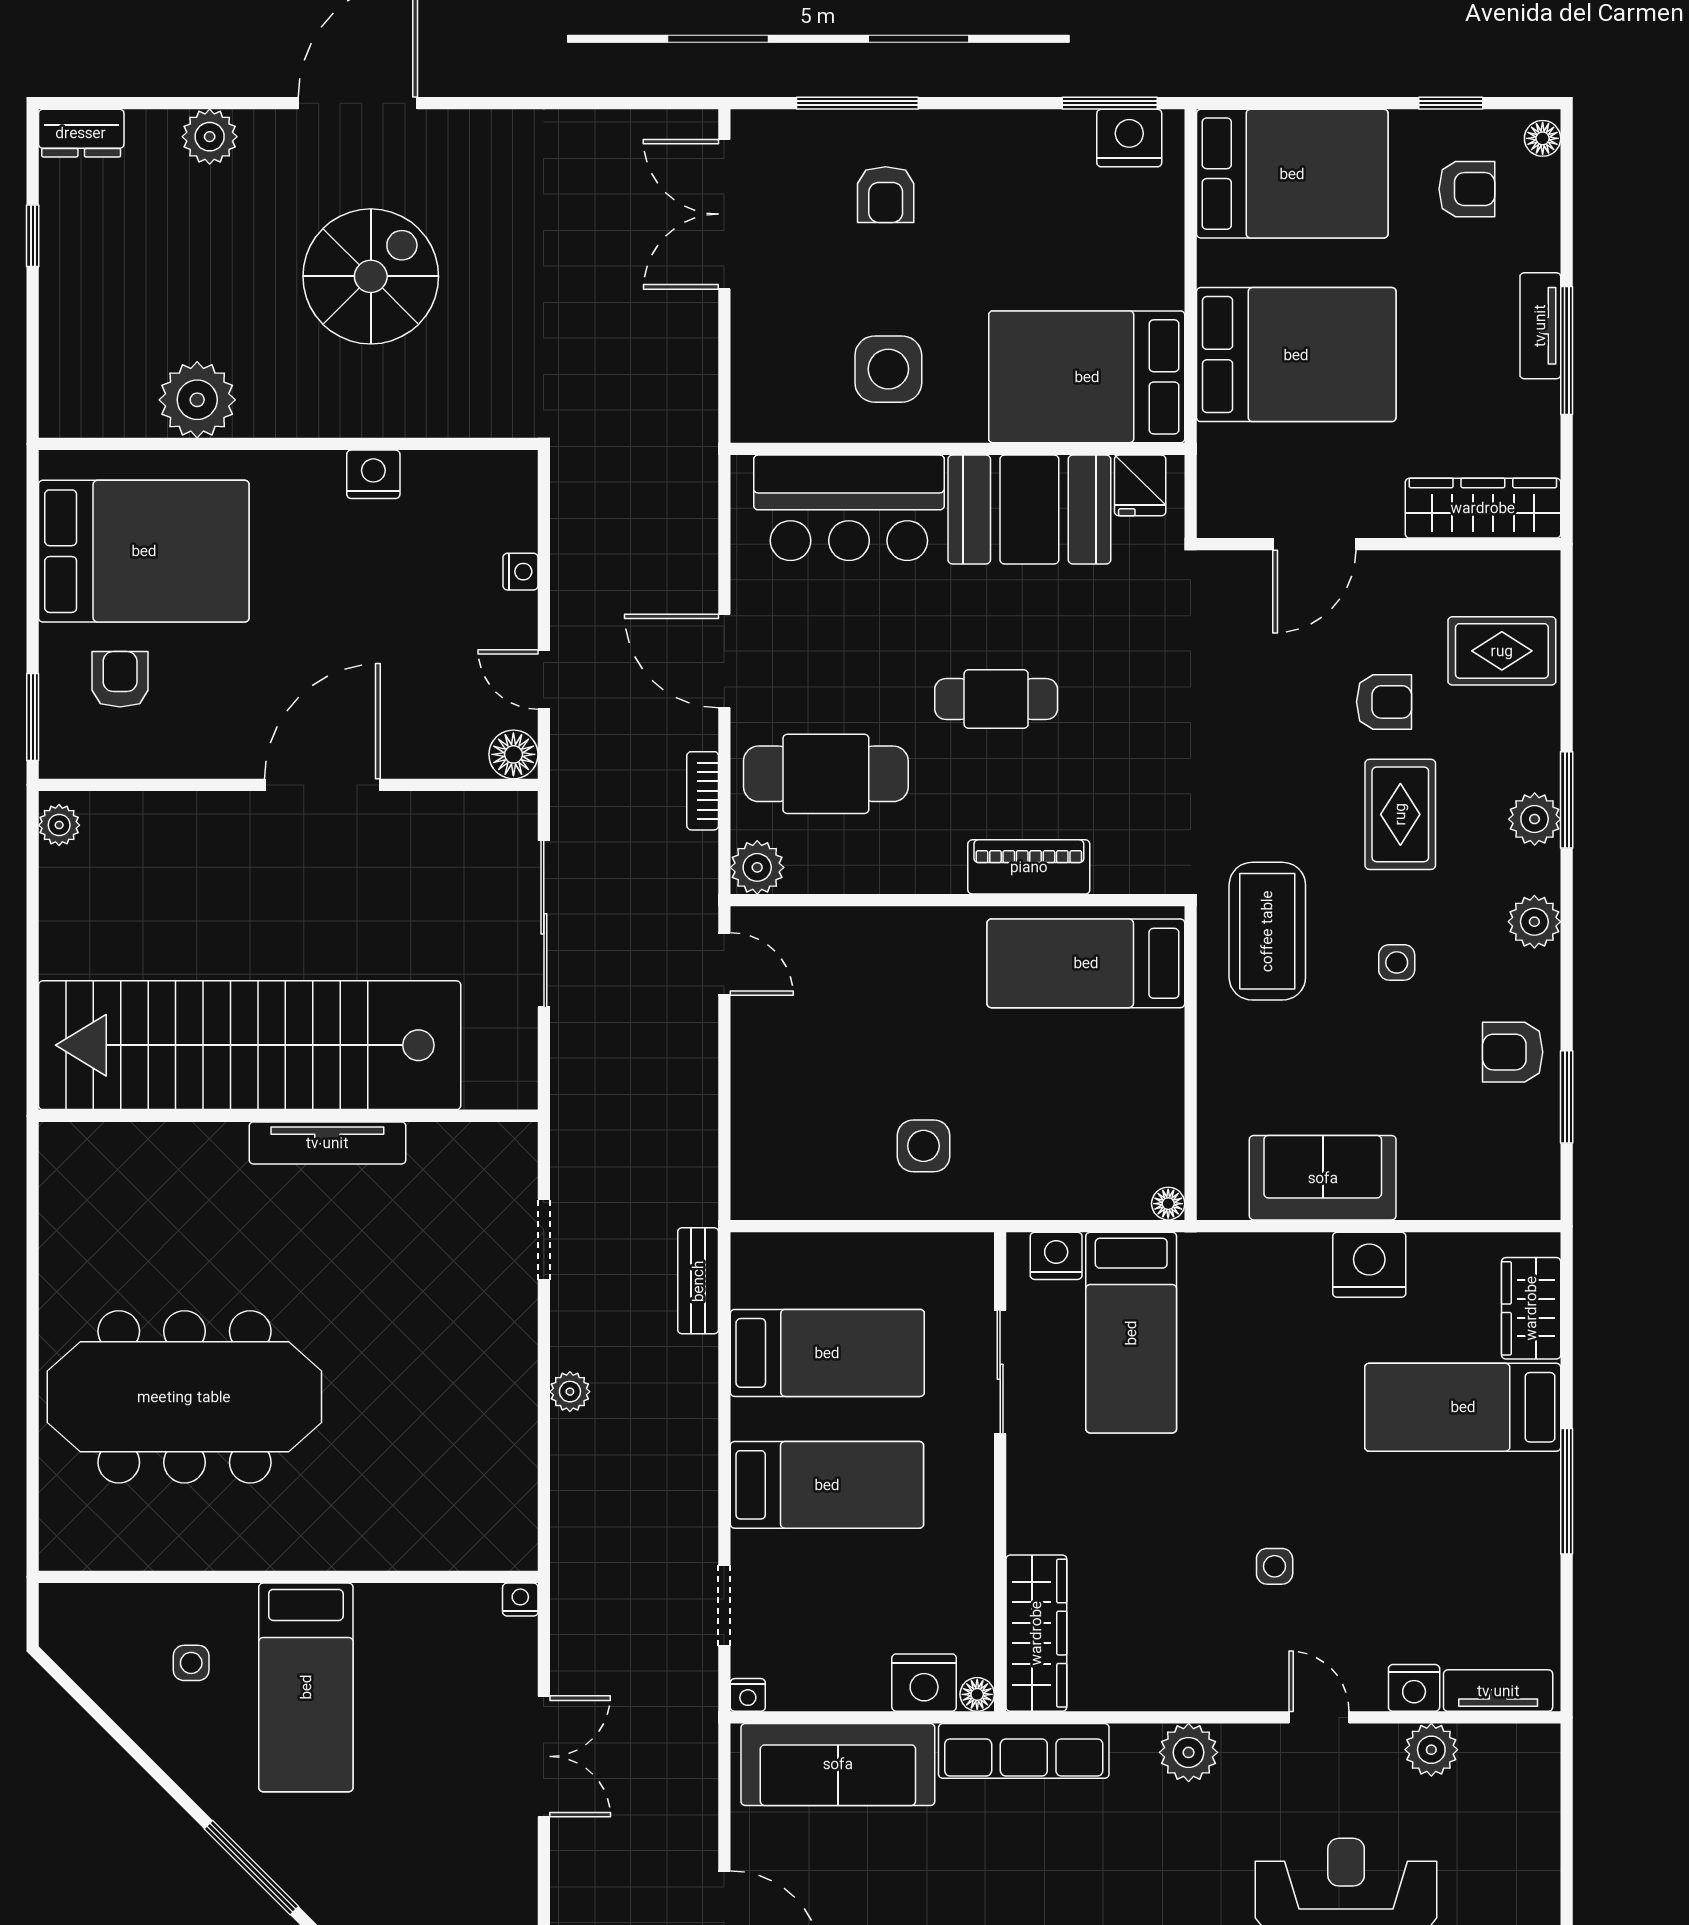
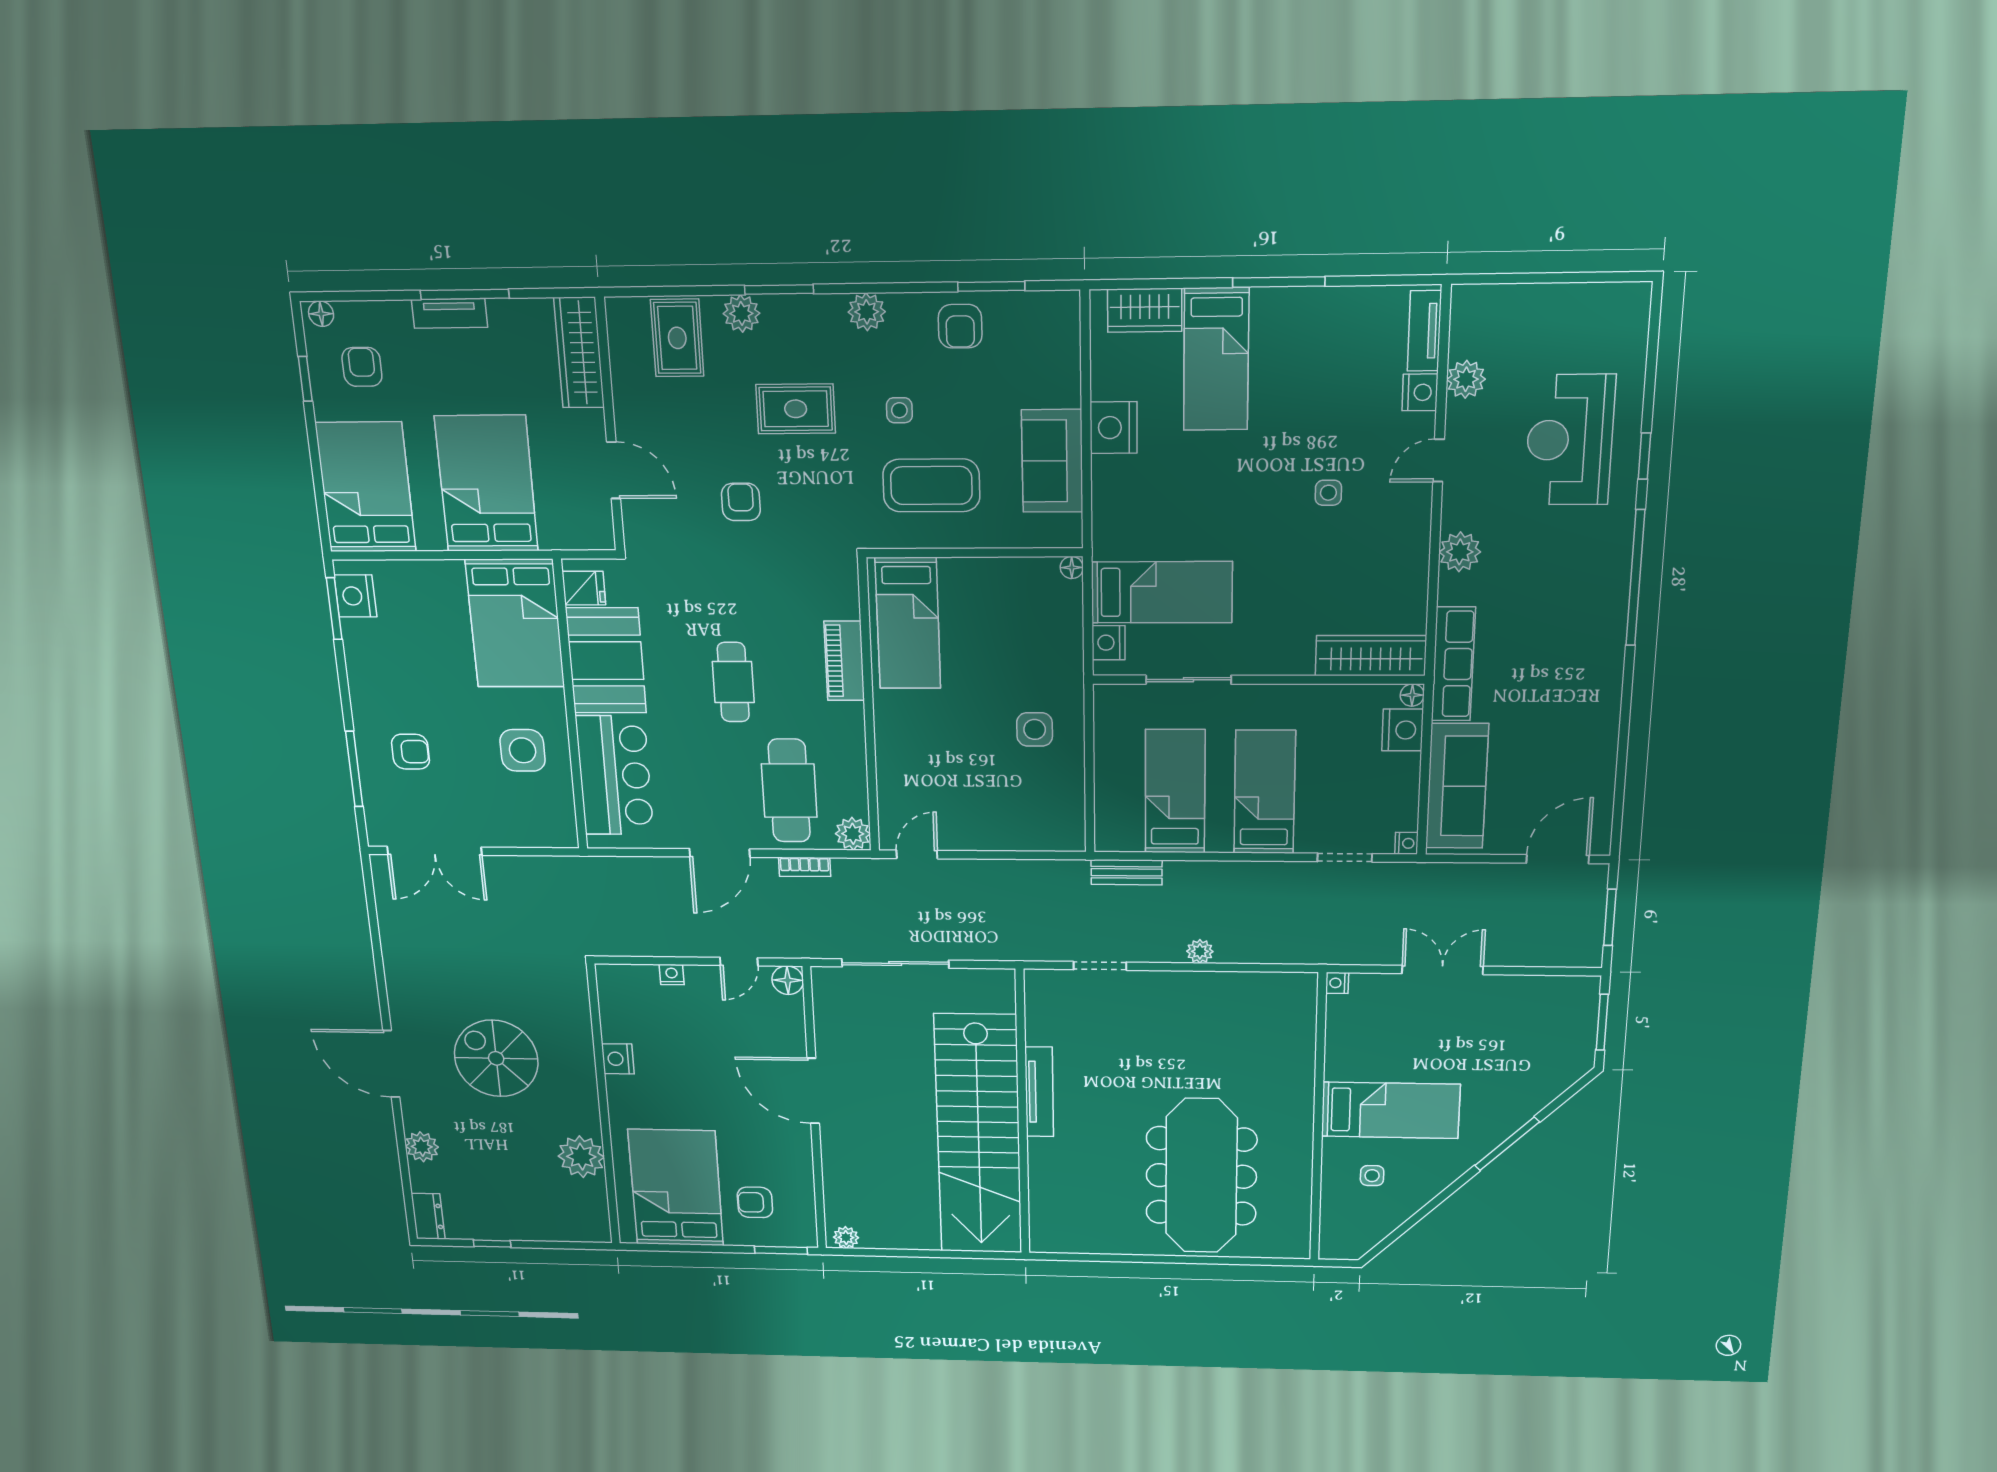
armchair: (1384, 702) -> (741, 502), moved
plant: (1535, 819) -> (741, 313), moved
coffee table: (1267, 931) -> (931, 485), moved

